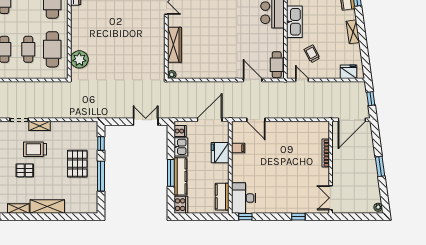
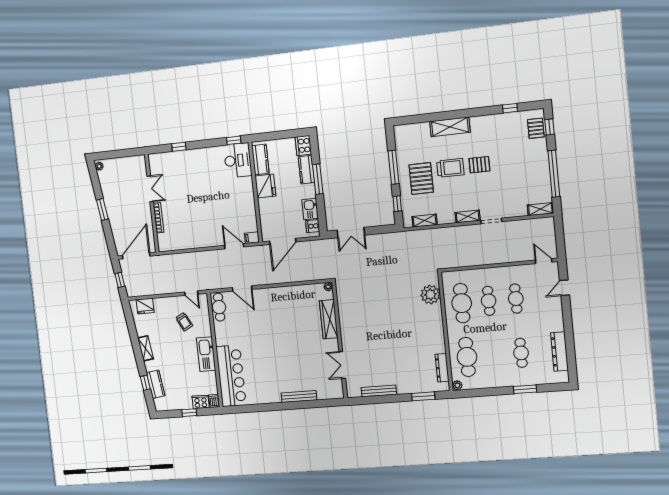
filing cabinet: (238, 148) -> (252, 238), moved
trolley: (35, 149) -> (450, 168), moved
fridge: (220, 153) -> (265, 186), moved
kitchen counter: (180, 176) -> (306, 170), width x0.67
double door: (331, 198) -> (150, 189), moved
shelving: (18, 208) -> (425, 221), moved

